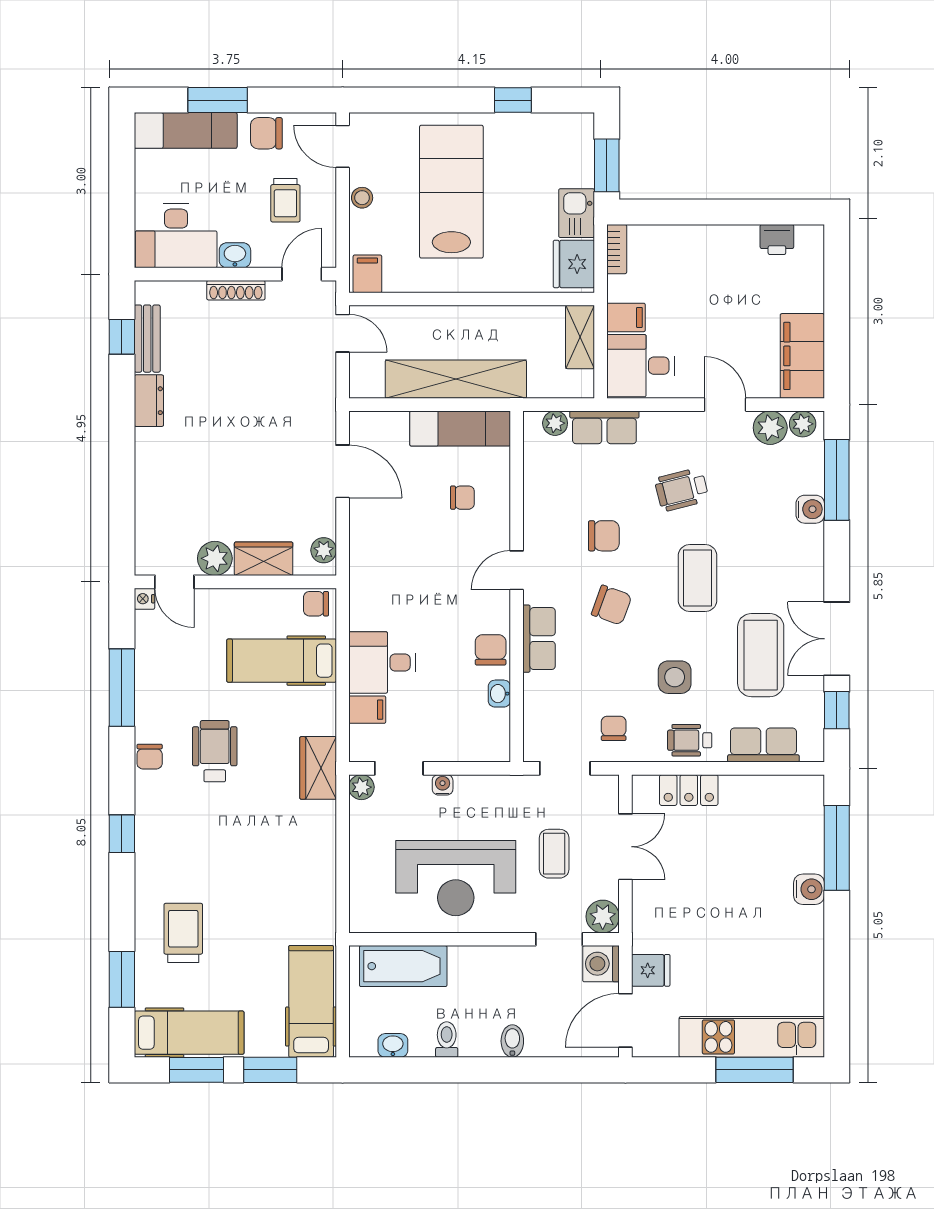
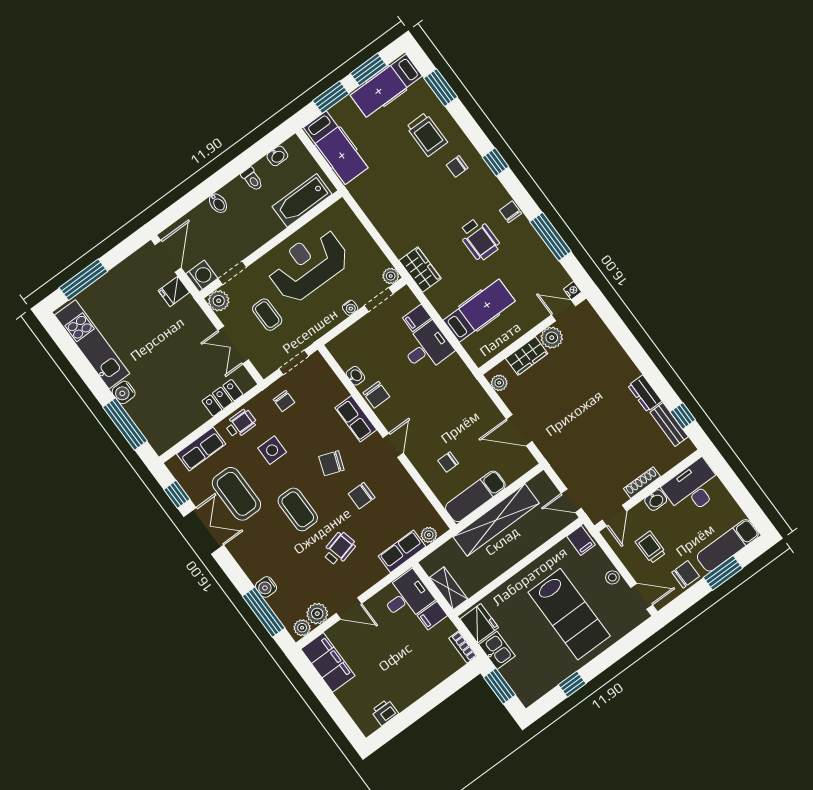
chair: (316, 604) -> (457, 166), moved, turned 180
kitchen unit: (752, 1037) -> (92, 344), moved, turned -90

